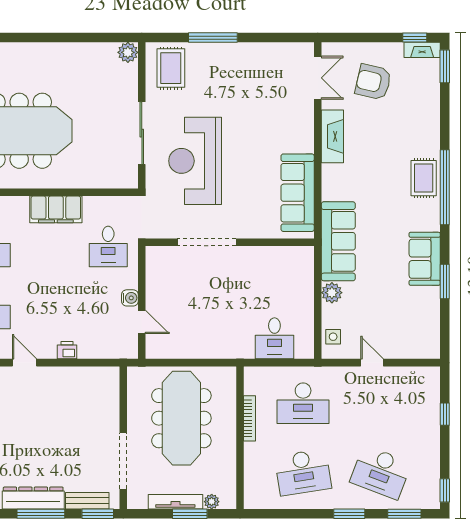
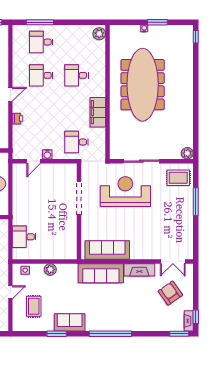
armchair: (373, 82) -> (170, 293), turned -48
rug: (424, 178) -> (34, 306), moved, turned 90
sofa: (338, 241) -> (101, 273), moved

